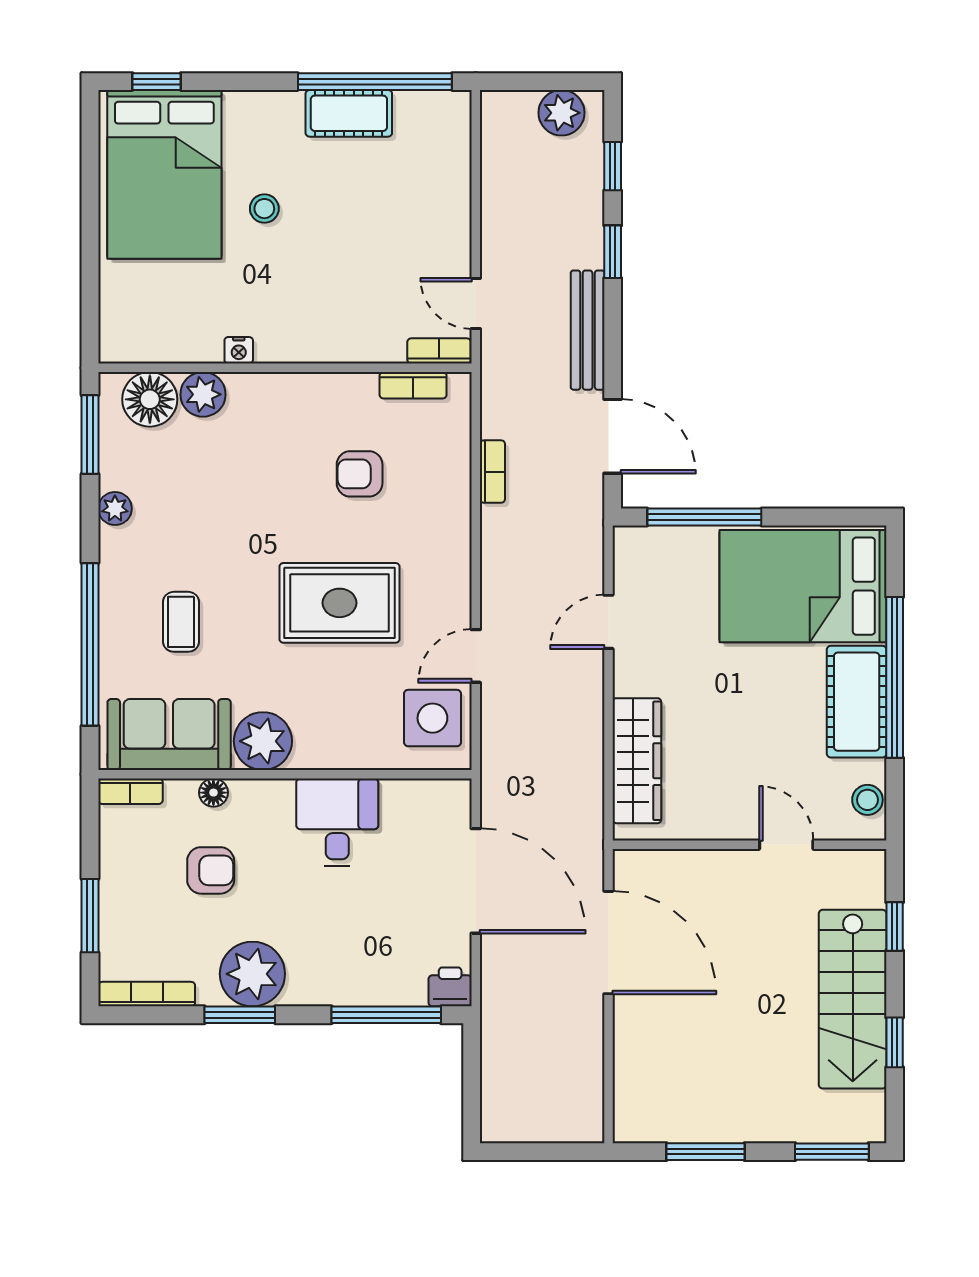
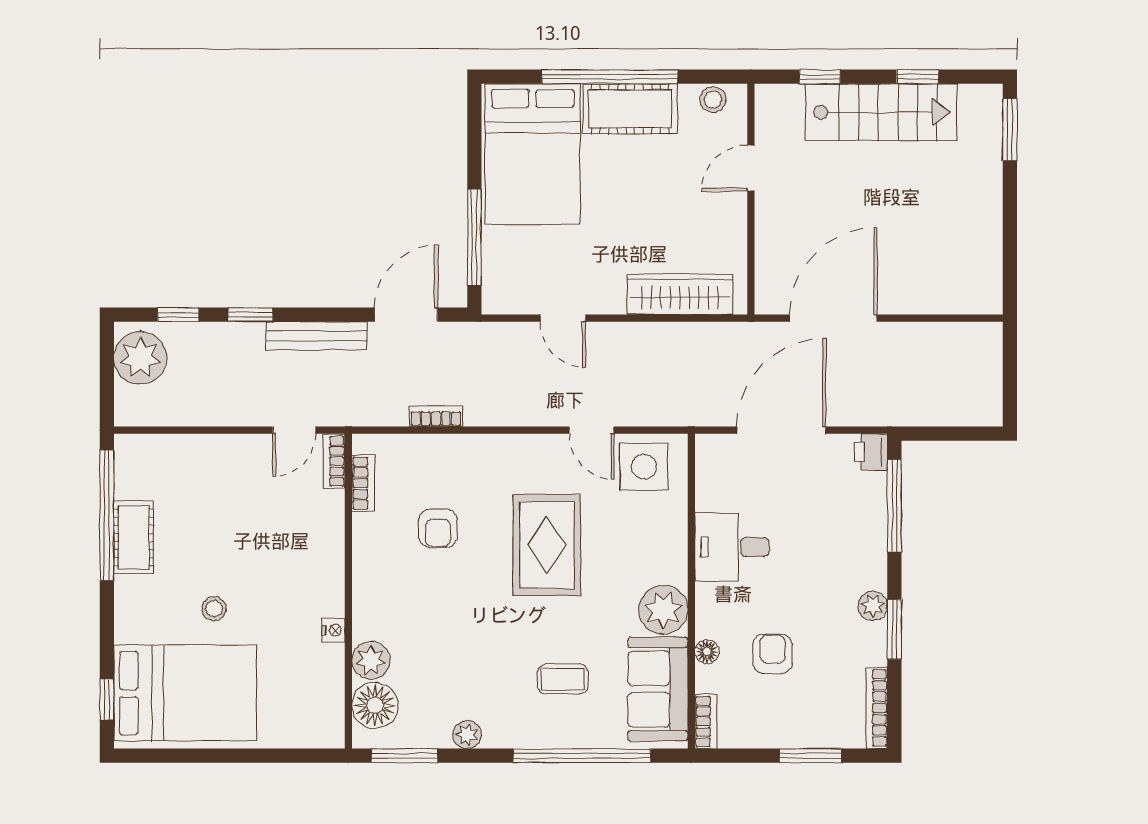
plant: (562, 113) -> (140, 358), width x1.36, depth x1.36
plant: (252, 974) -> (873, 606), width x0.53, depth x0.53
window: (705, 1152) -> (1010, 236), removed

